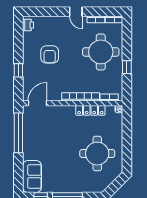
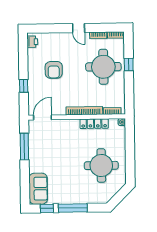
window: (127, 67) -> (129, 64), moved
window: (18, 133) -> (24, 147), width x0.68

